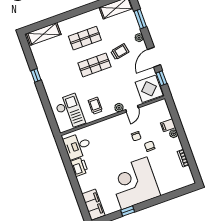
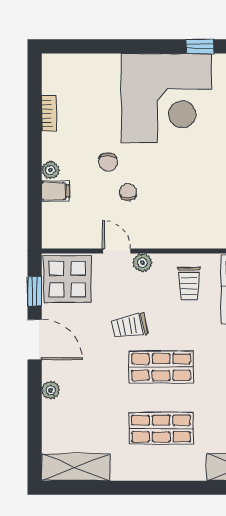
window: (140, 19) -> (35, 427), removed
trolley: (120, 52) -> (129, 326), moved
door: (154, 57) -> (35, 340), hinge flipped
door: (132, 109) -> (117, 251), hinge flipped

